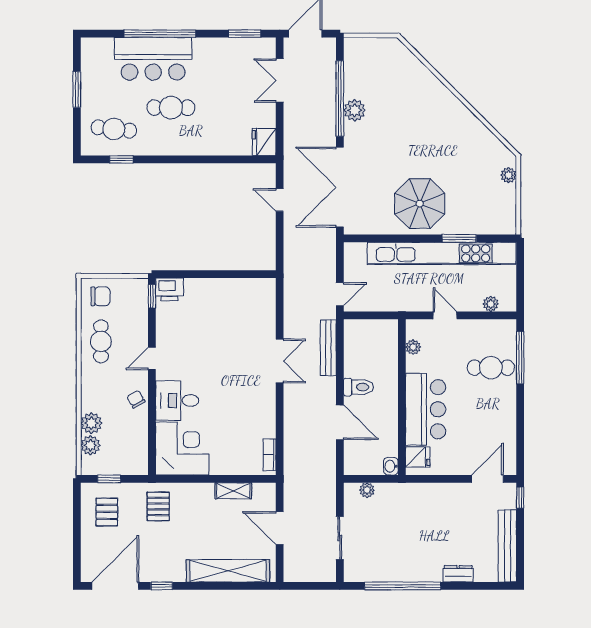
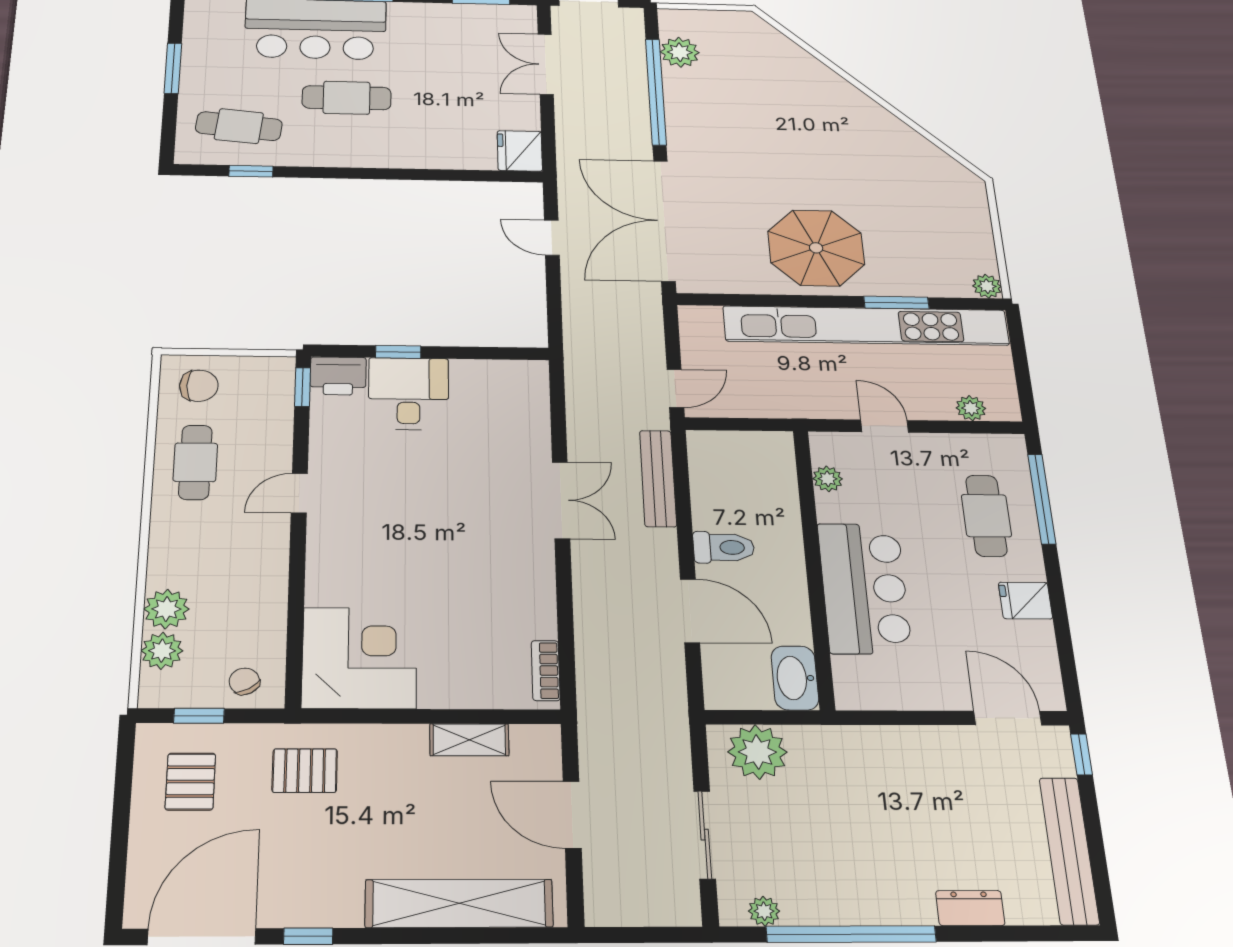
plant: (355, 110) -> (680, 52), moved
plant: (509, 175) -> (987, 286), moved
window: (200, 274) -> (398, 352), added
cafe table: (491, 368) -> (986, 516), turned 90
chair: (136, 399) -> (244, 681), moved
desk: (177, 400) -> (409, 394), moved, turned 90
fridge: (418, 457) -> (1025, 601), moved, turned 180
washbasin: (391, 466) -> (795, 678), width x1.91, depth x1.45
door: (487, 479) -> (1008, 718), hinge flipped
plant: (367, 490) -> (757, 752), width x1.88, depth x1.88
pallet: (158, 506) -> (305, 771), turned 90
plant: (364, 575) -> (764, 911), added

